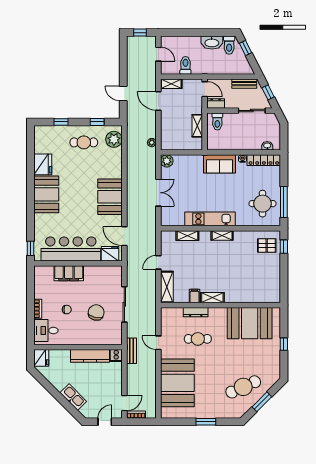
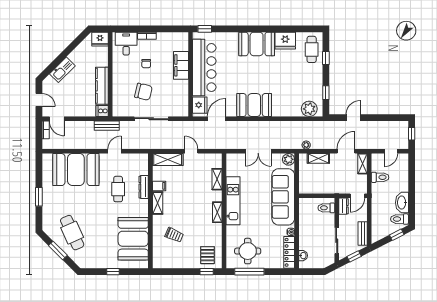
shelving: (197, 126) -> (318, 158), moved
cafe table: (84, 142) -> (312, 49), moved
sofa: (220, 164) -> (283, 197), width x1.85, depth x1.27
trolley: (246, 280) -> (174, 235), added

